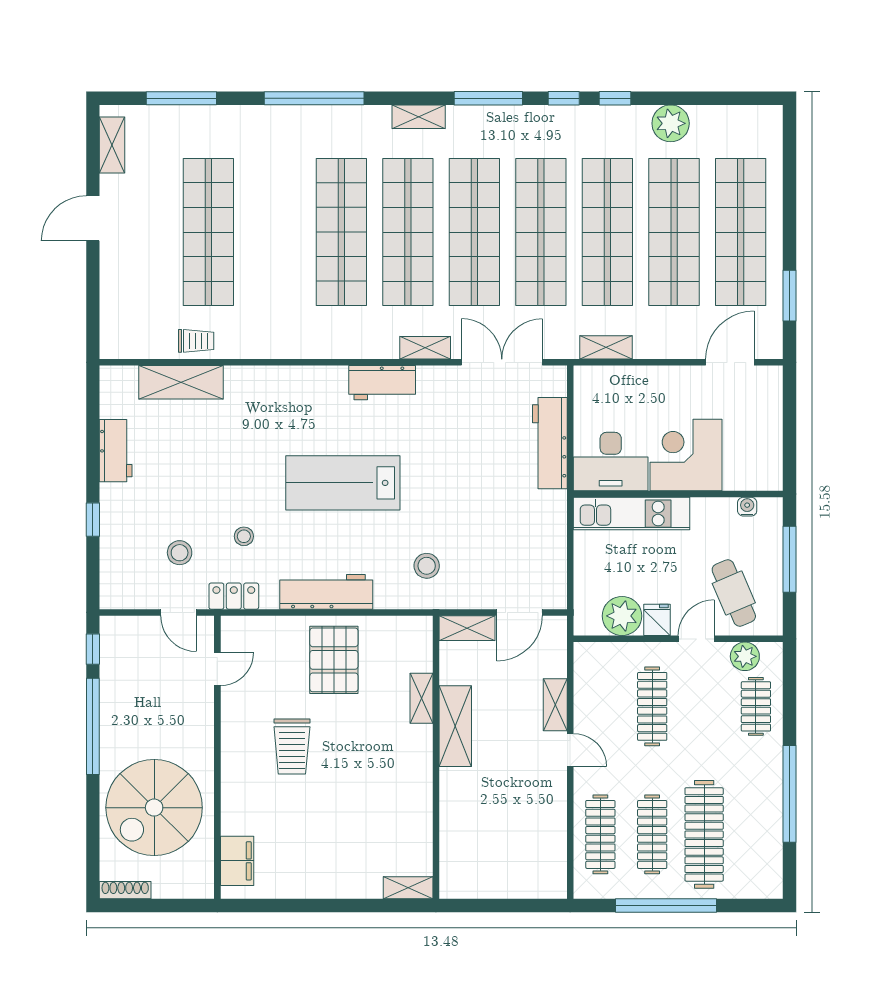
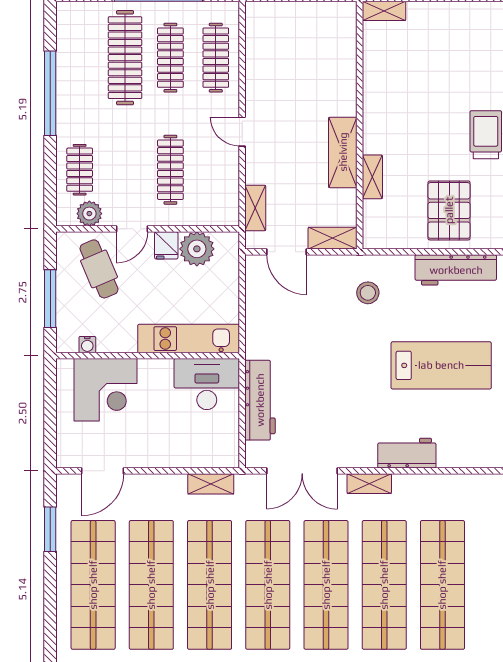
corner desk: (686, 455) -> (105, 390), moved
door: (519, 612) -> (287, 252), swing flipped
shelving: (555, 705) -> (255, 208), moved

